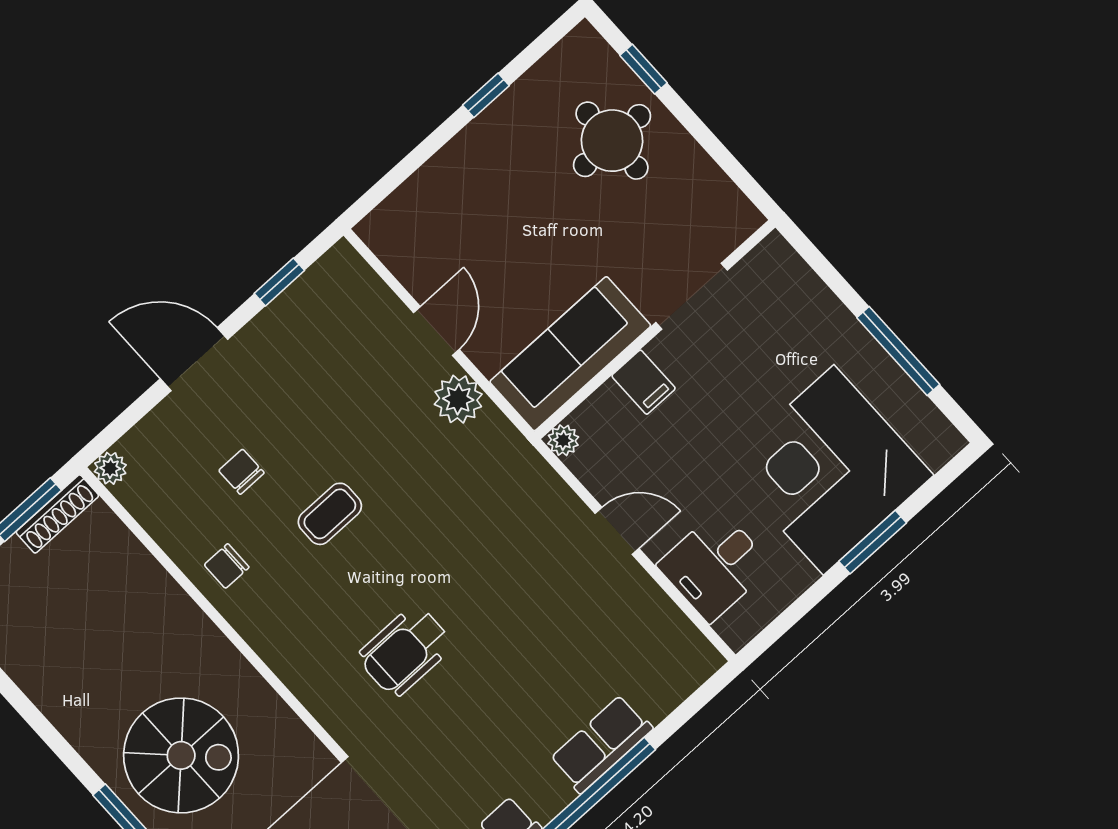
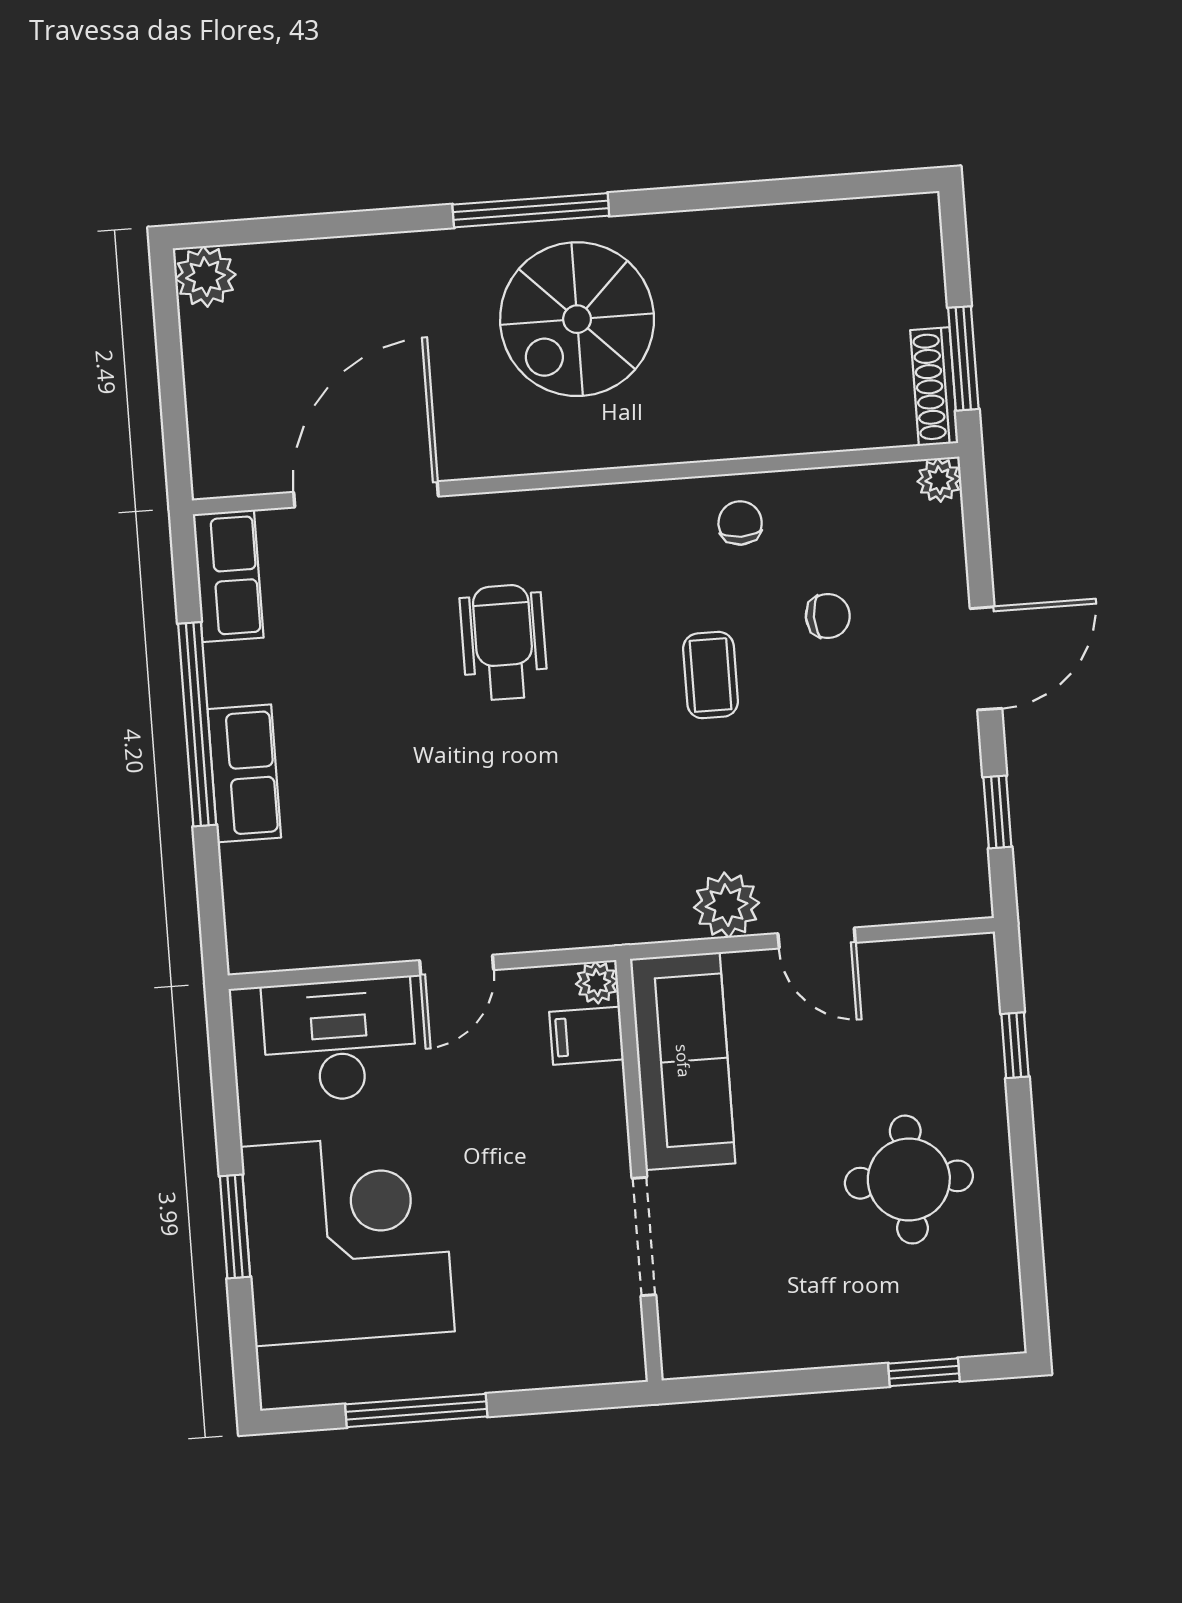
window: (486, 95) -> (1015, 1045), moved
round table: (612, 141) -> (909, 1180), moved
filing cabinet: (644, 382) -> (586, 1036), moved
desk: (715, 566) -> (340, 1040), width x1.37

